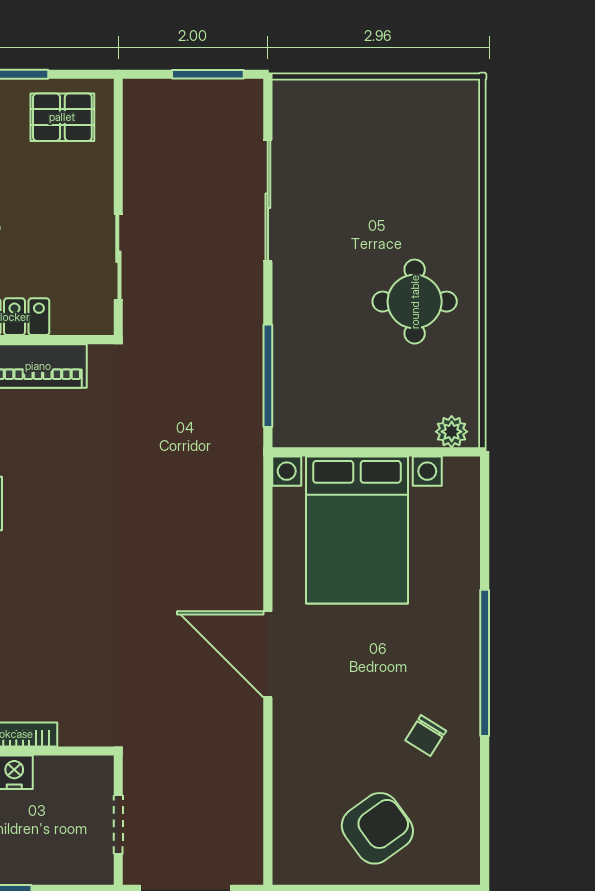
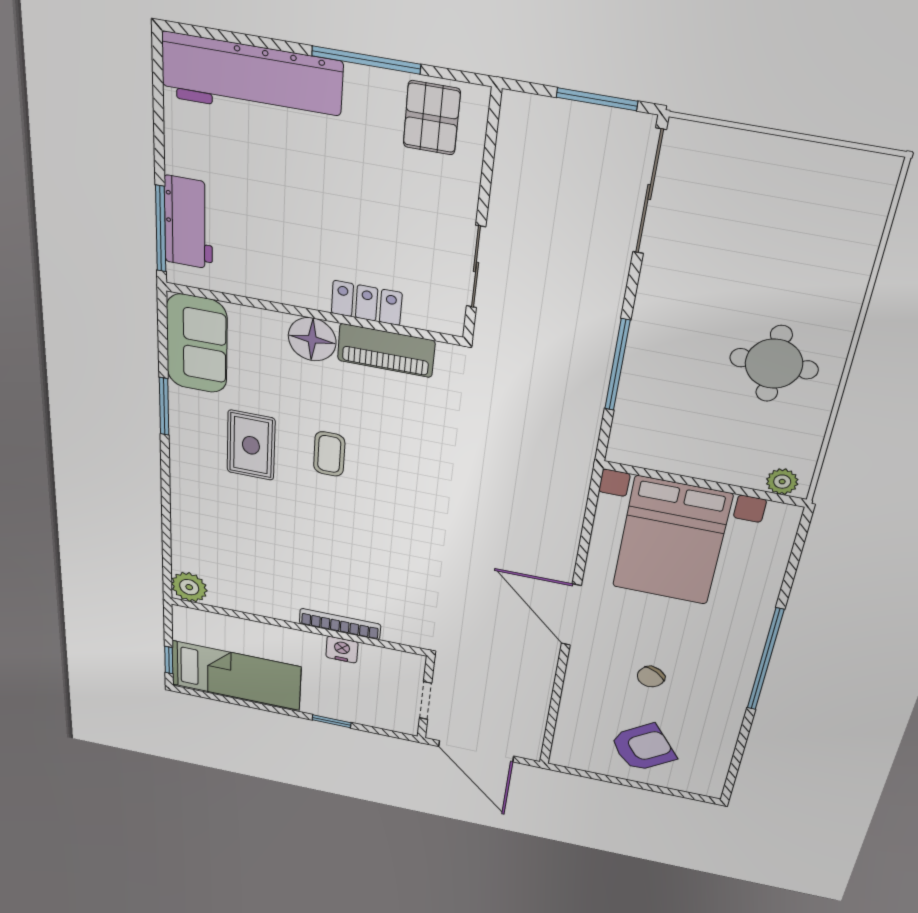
pallet: (62, 117) -> (432, 118), turned 90
sliding door: (268, 201) -> (649, 192), moved
window: (268, 376) -> (617, 365), moved
chair: (426, 736) -> (651, 677), moved

